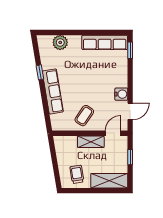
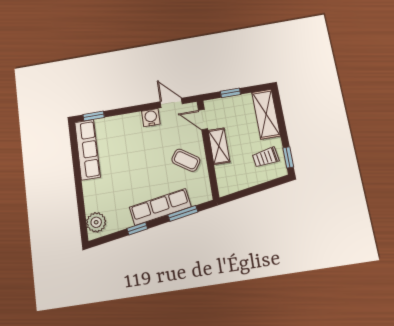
plant: (60, 42) -> (96, 222), moved
window: (46, 107) -> (183, 213), added
window: (74, 191) -> (288, 157), added

